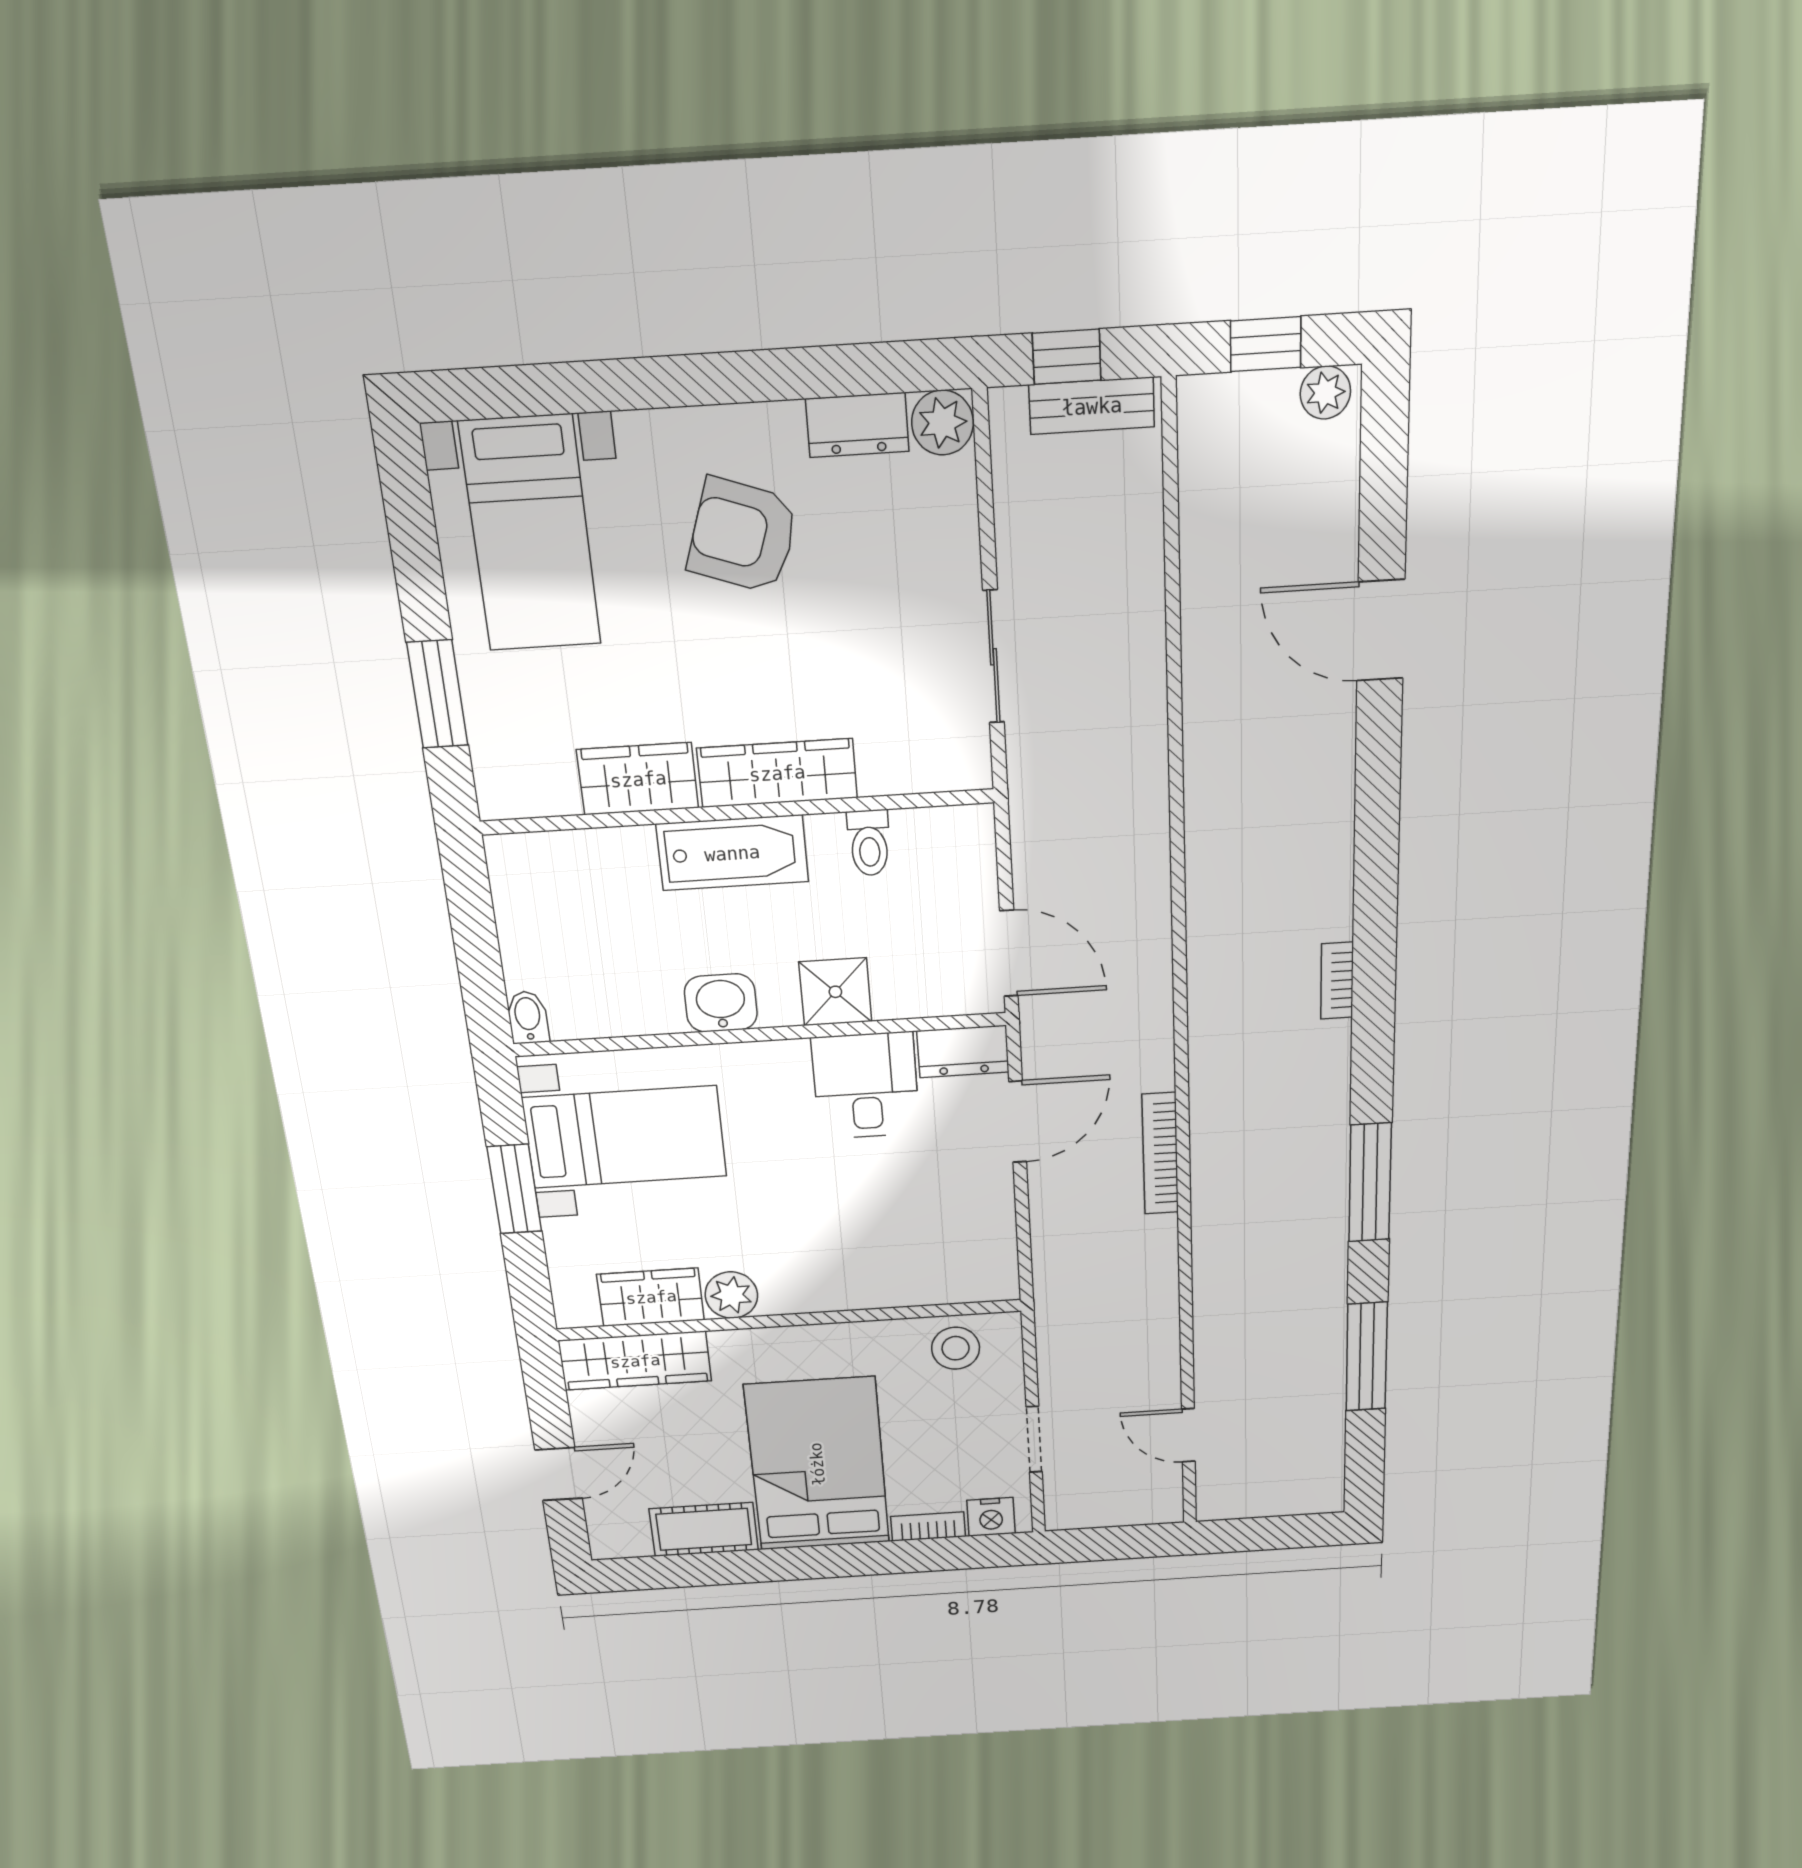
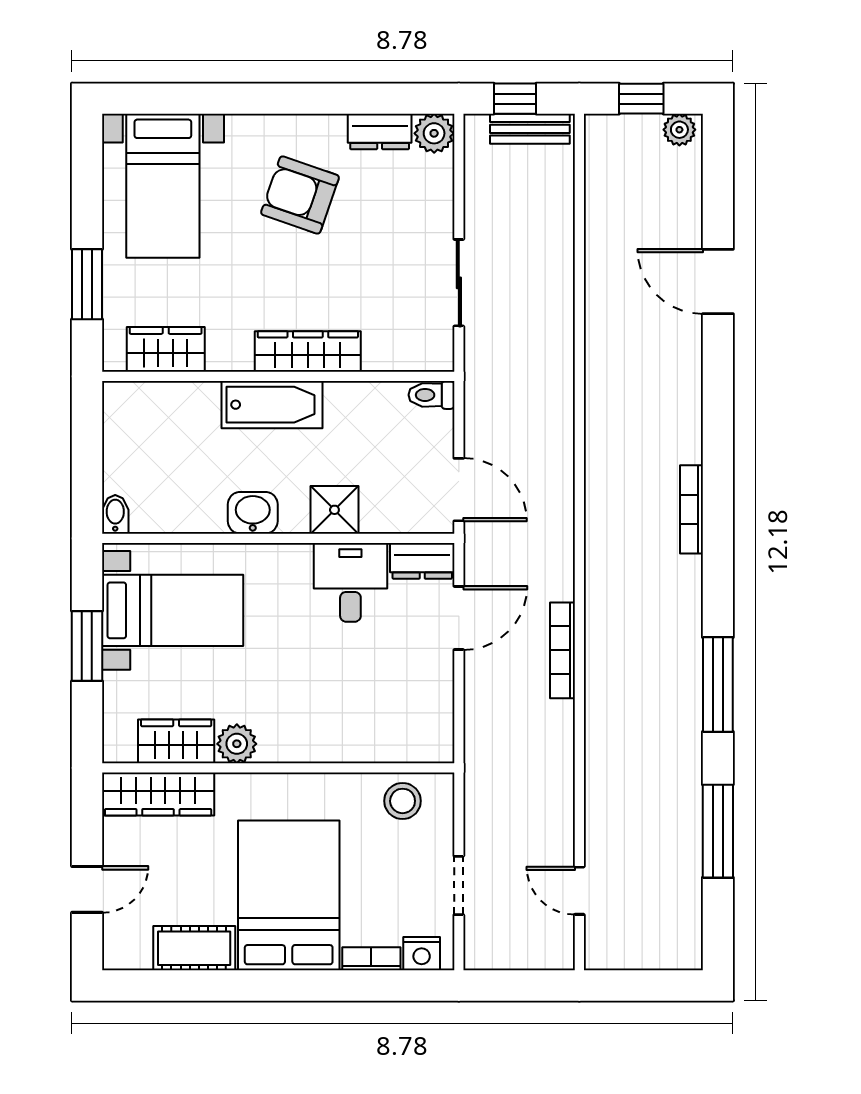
wardrobe: (638, 779) -> (166, 349), moved
toilet: (869, 843) -> (431, 395), moved, turned 90
bookcase: (1337, 981) -> (691, 509), width x1.56

